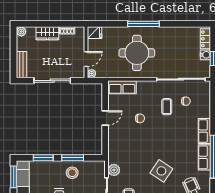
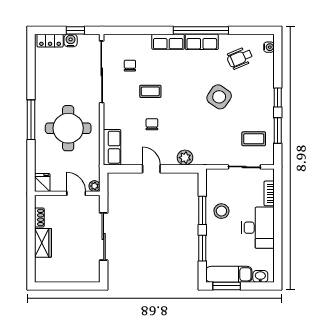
plant: (21, 32) -> (41, 276), removed
bench: (21, 65) -> (83, 276), removed
coffee table: (167, 107) -> (150, 91), moved
plant: (114, 170) -> (185, 158), moved

